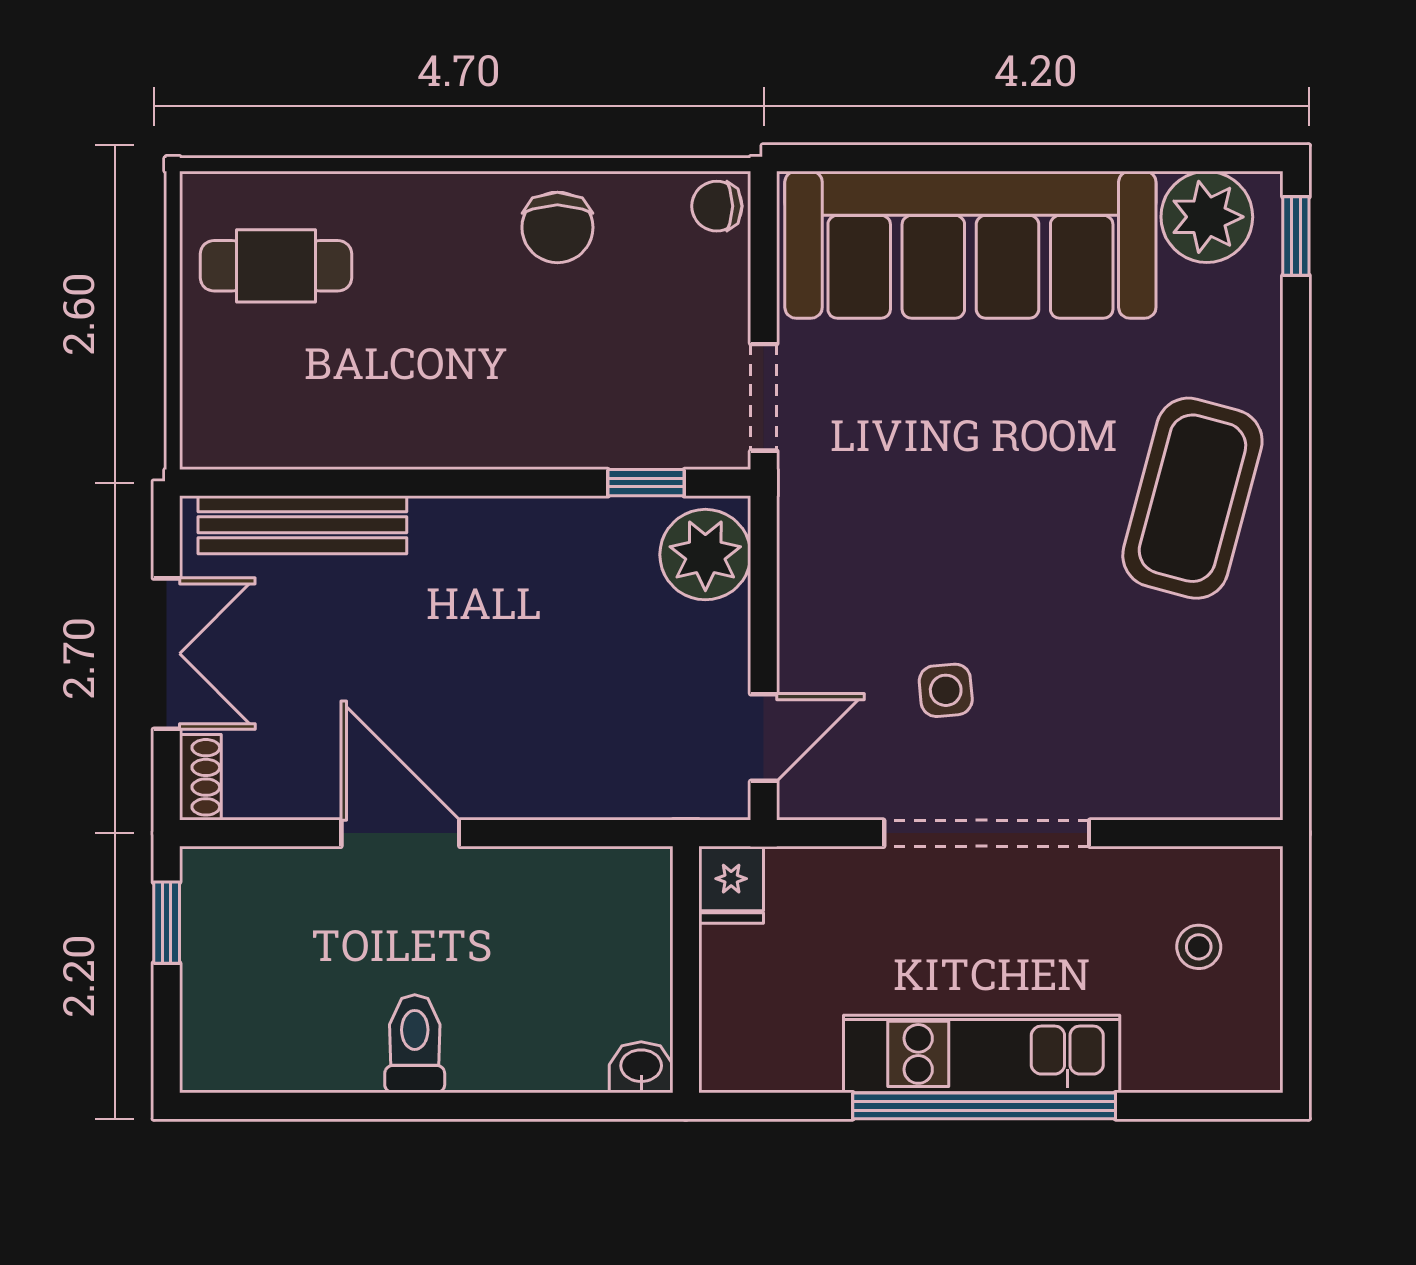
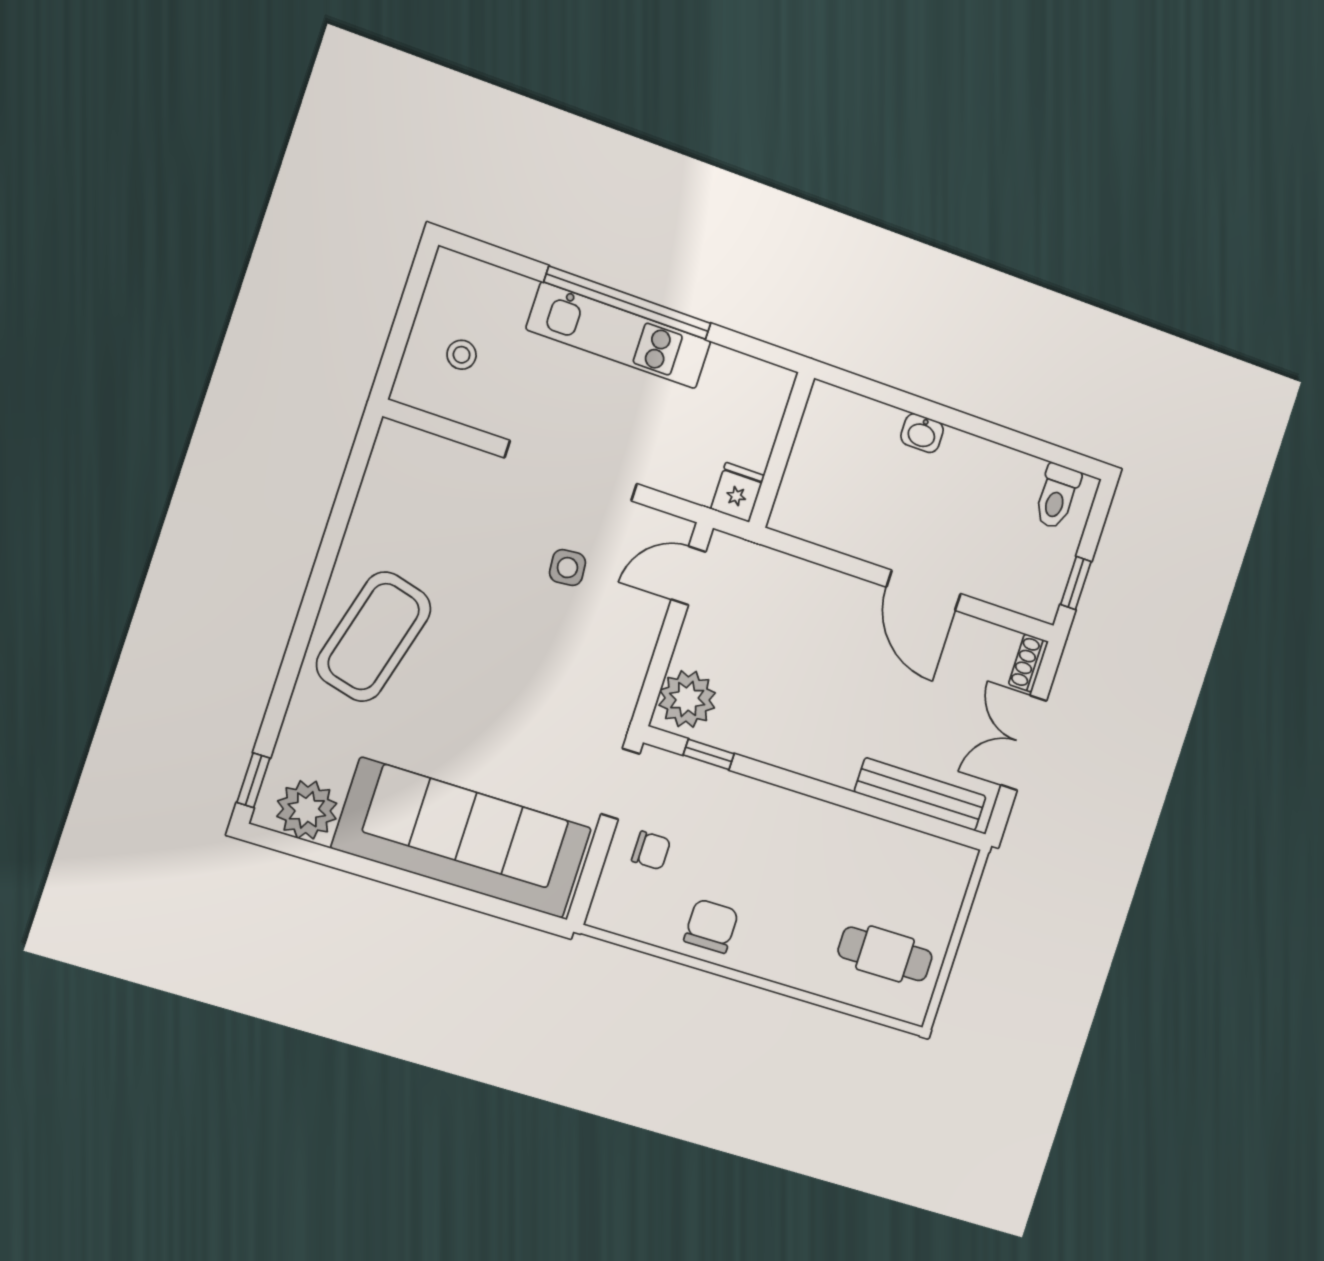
chair: (717, 206) -> (651, 850), moved
toilet: (415, 1044) -> (1057, 496), moved
washbasin: (641, 1067) -> (922, 433), moved

